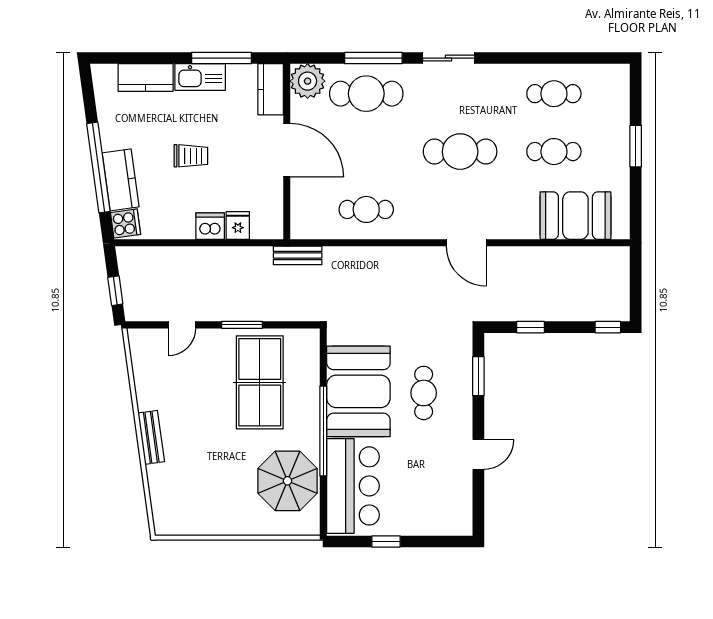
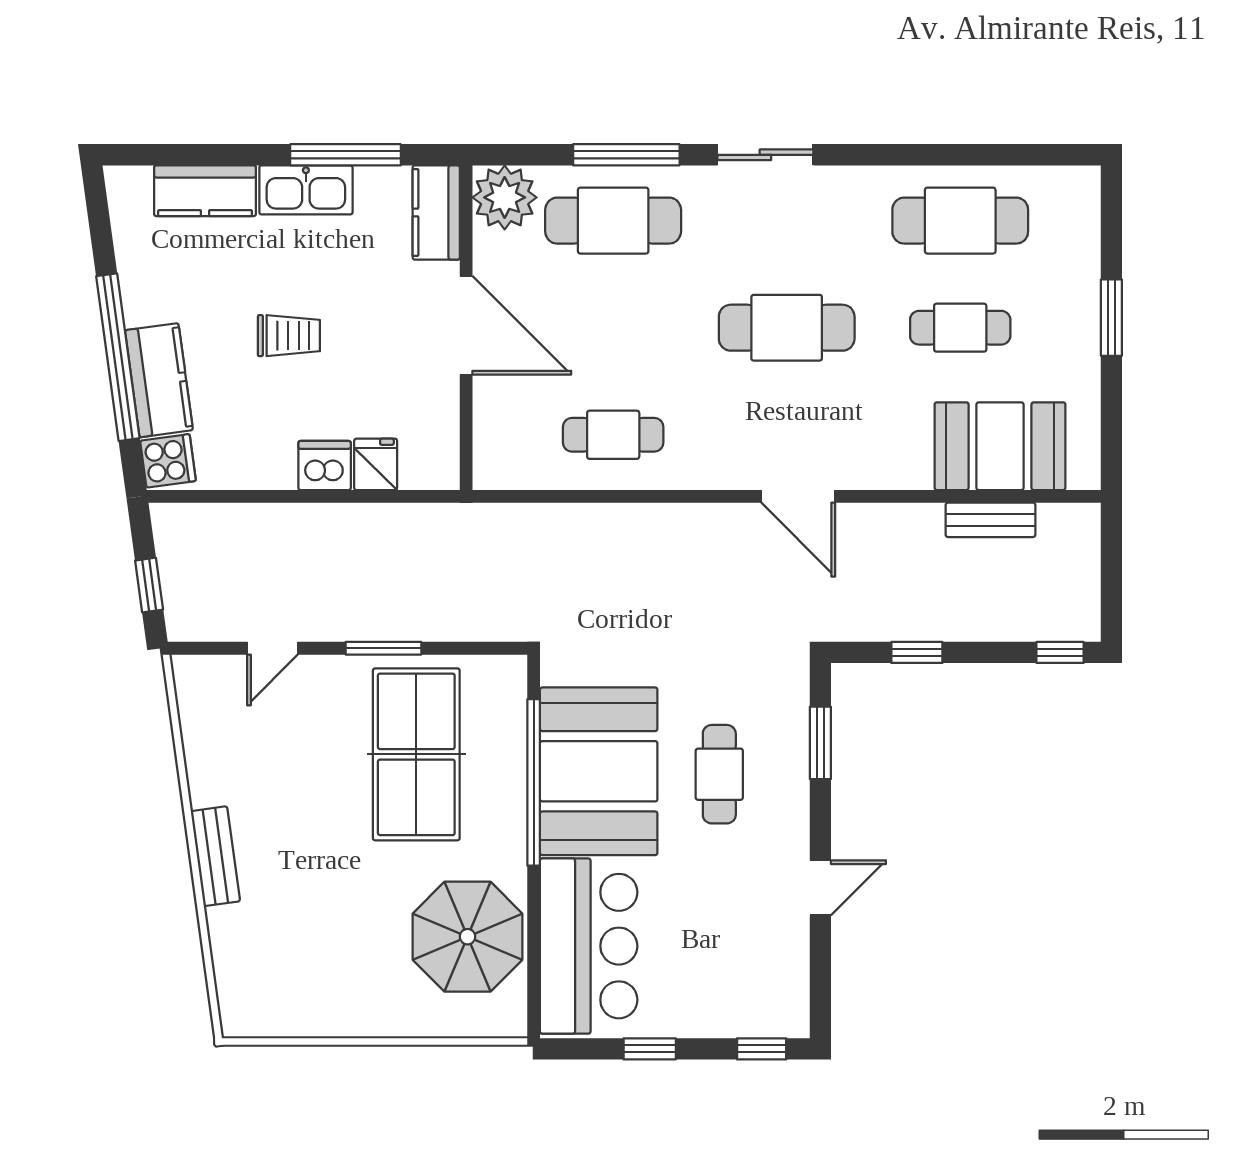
cafe table: (554, 94) -> (960, 221), width x1.37, depth x1.35
bench: (298, 255) -> (990, 520), moved
window: (323, 431) -> (534, 782), moved
window: (447, 542) -> (762, 1049), added

